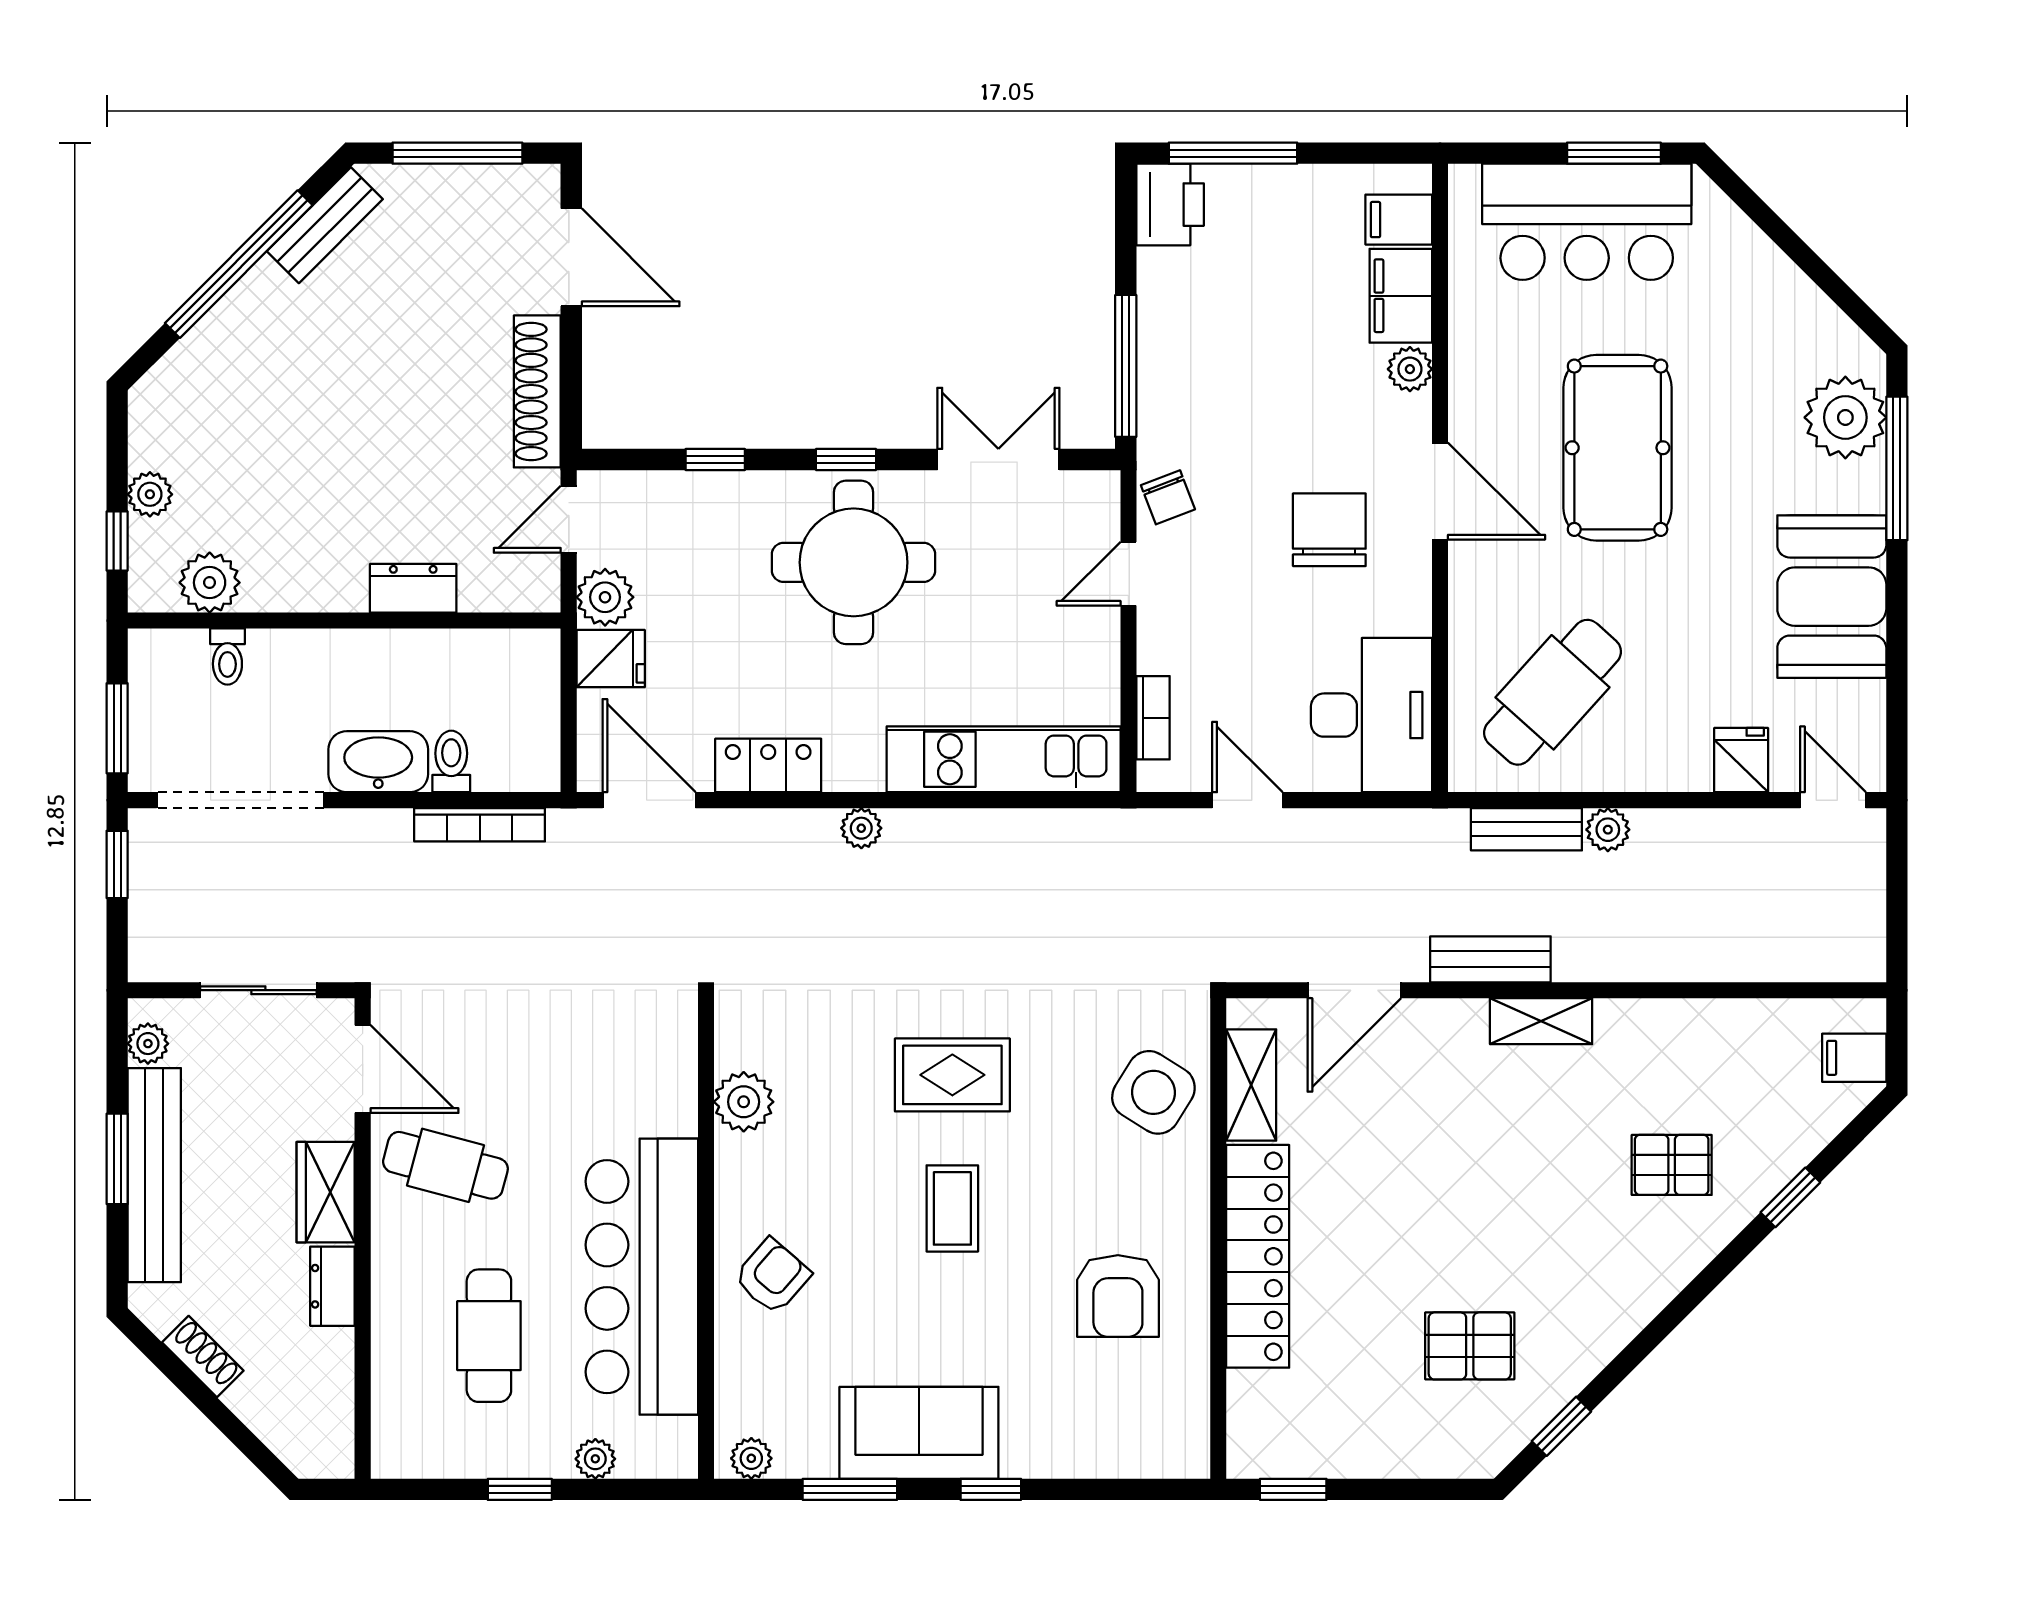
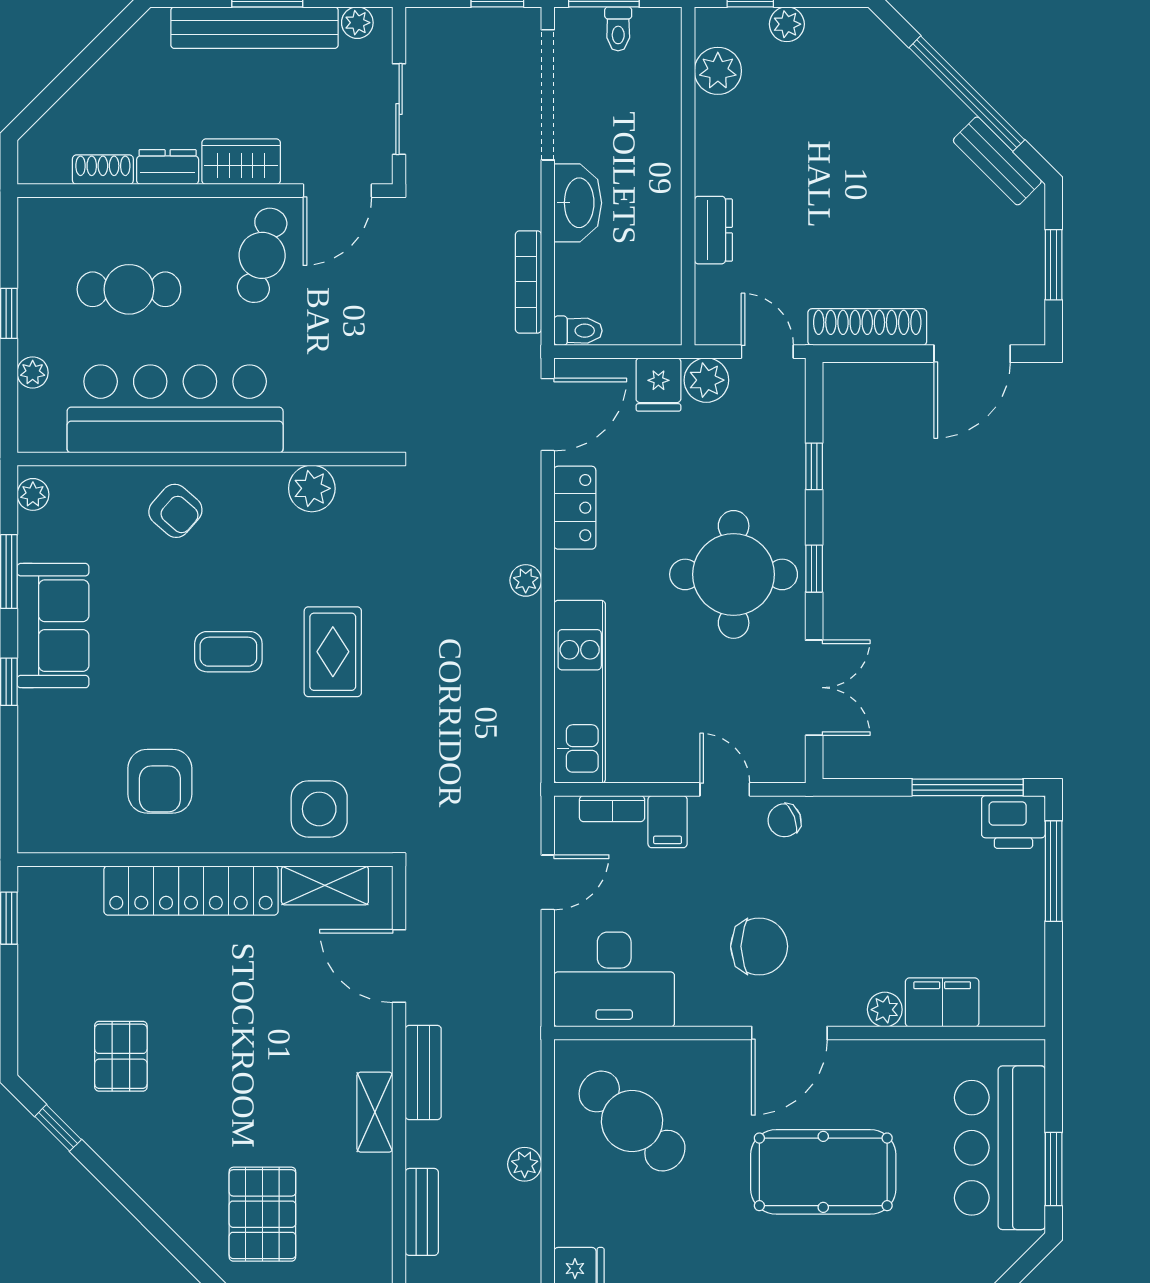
window: (457, 153) -> (1054, 265), width x0.69
filing cabinet: (1399, 220) -> (668, 822), moved, turned 180
window: (1126, 366) -> (968, 787), moved
toilet: (227, 657) -> (618, 29), moved, turned -90
toilet: (451, 761) -> (578, 331), moved
bench: (1526, 829) -> (422, 1212), moved
side table: (1153, 1092) -> (319, 809), turned -32
pallet: (1672, 1165) -> (262, 1214), width x1.50, depth x1.42
armchair: (1118, 1296) -> (160, 781), turned -90
shoe rack: (203, 1357) -> (103, 170), moved, turned -135

